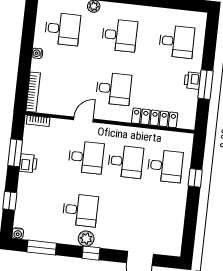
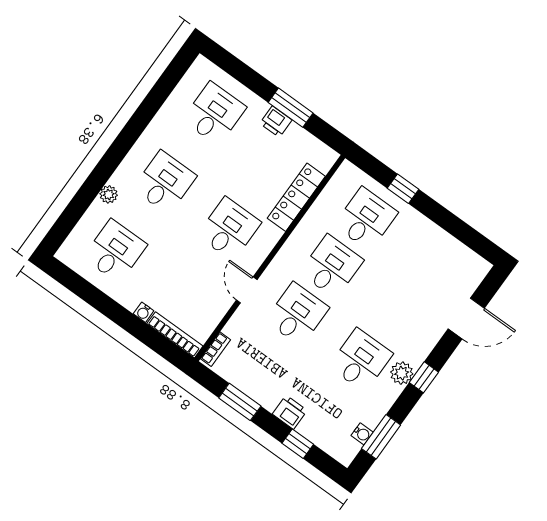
water cooler: (37, 53) -> (144, 312), moved
printer: (28, 163) -> (290, 412), moved
water cooler: (18, 233) -> (362, 434), moved

